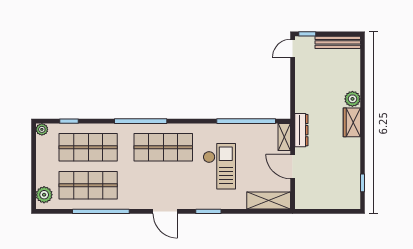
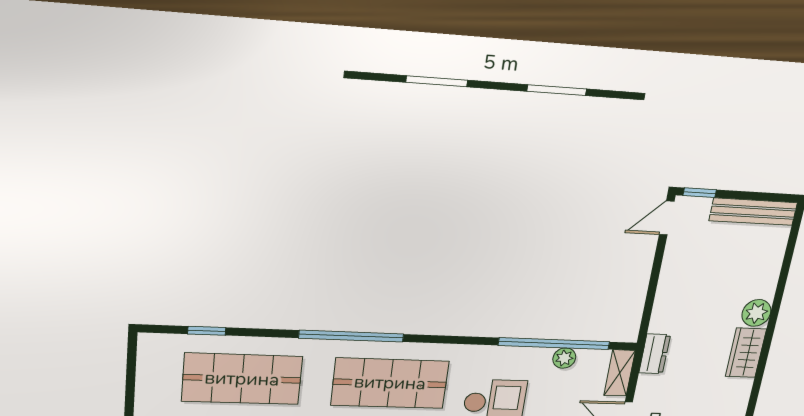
plant: (42, 129) -> (564, 358), moved
dresser: (301, 130) -> (655, 354), width x0.70

